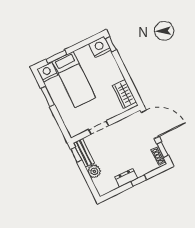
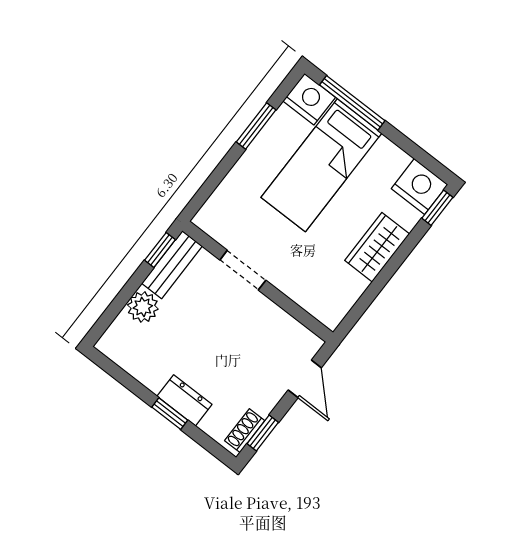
window: (56, 57) -> (352, 103), width x1.44
wardrobe: (124, 94) -> (377, 247), moved
door: (150, 124) -> (305, 379), width x0.53
dresser: (126, 178) -> (185, 400), moved

